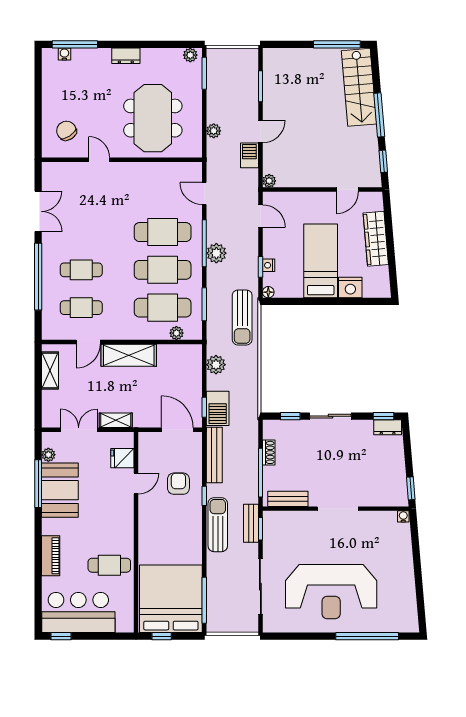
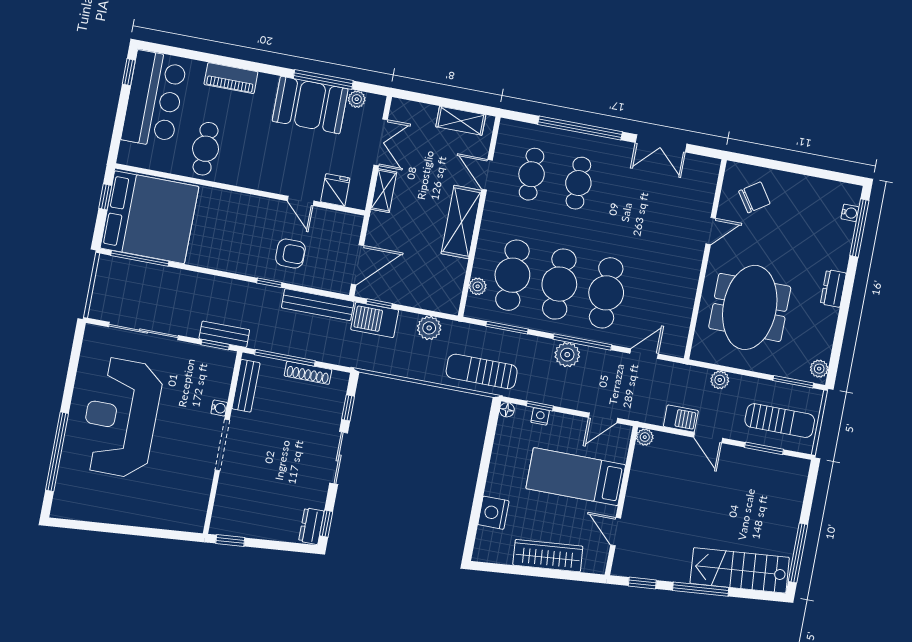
meeting table: (153, 118) -> (750, 307), turned 90
bed: (321, 261) -> (576, 477), moved, turned 180
shoe rack: (269, 452) -> (308, 373), width x1.43
water cooler: (403, 516) -> (219, 408), moved
sun lounger: (218, 525) -> (780, 421), moved

